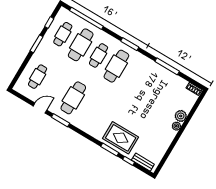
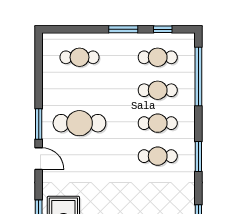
cafe table: (81, 45) -> (158, 90), width x0.73, depth x0.74
cafe table: (116, 66) -> (158, 156), width x0.73, depth x0.74
door: (40, 108) -> (39, 159), moved

